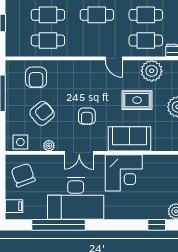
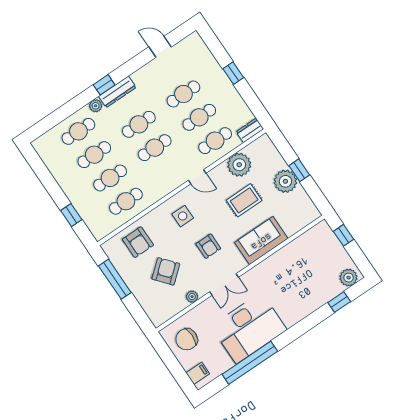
side table: (20, 142) -> (183, 216), moved
corner desk: (124, 173) -> (277, 275), removed
chair: (23, 175) -> (187, 339), turned -70

